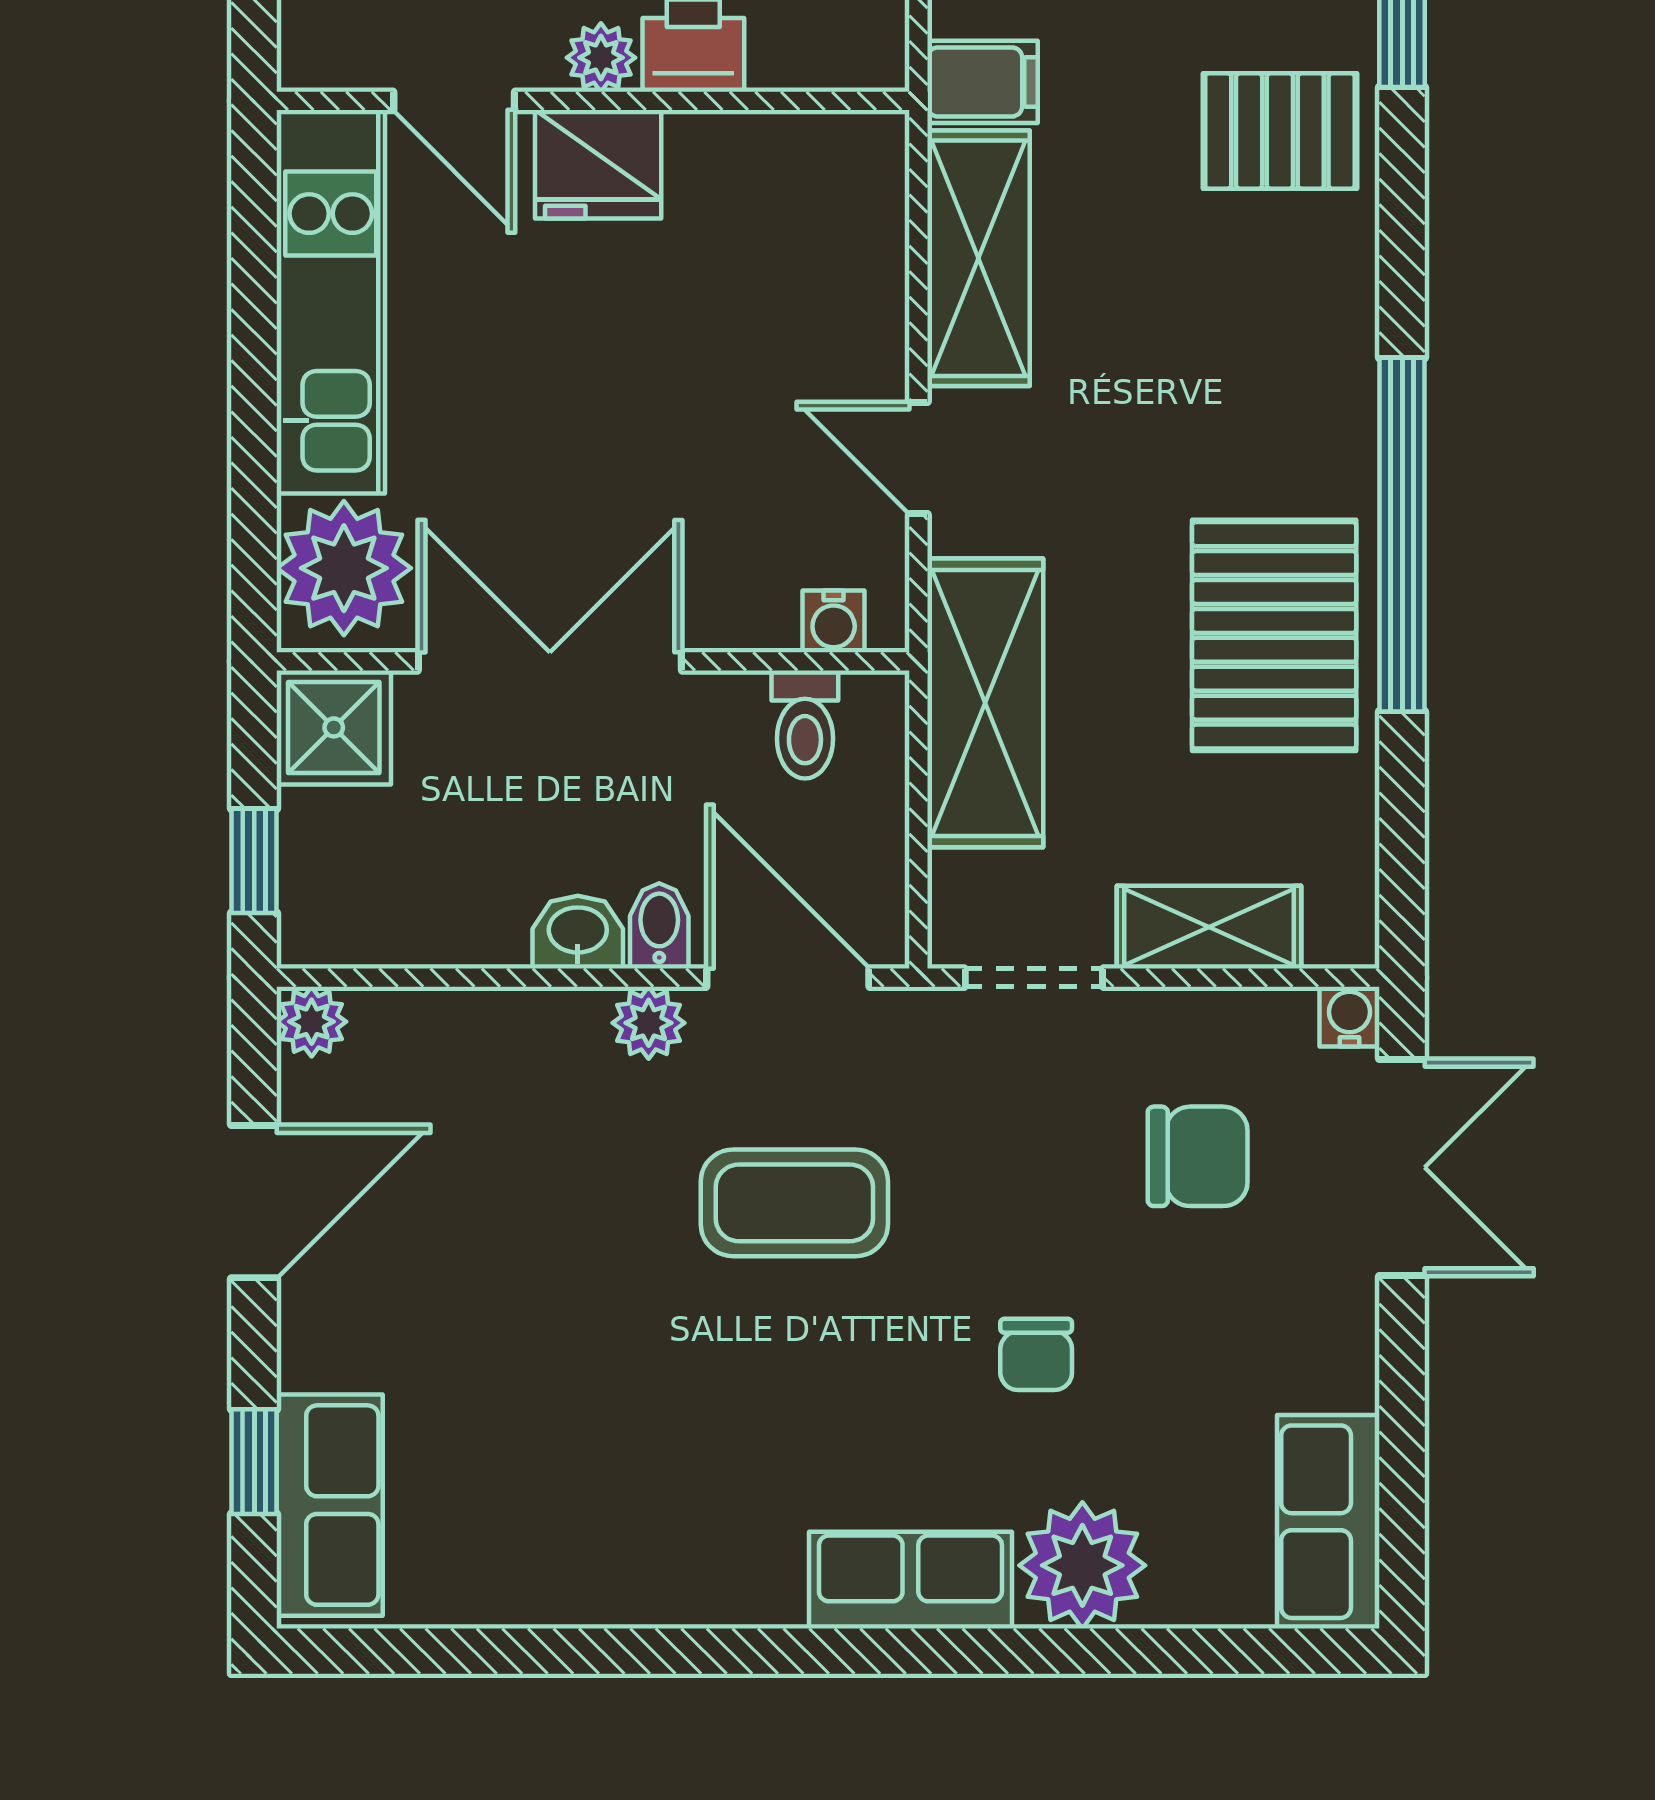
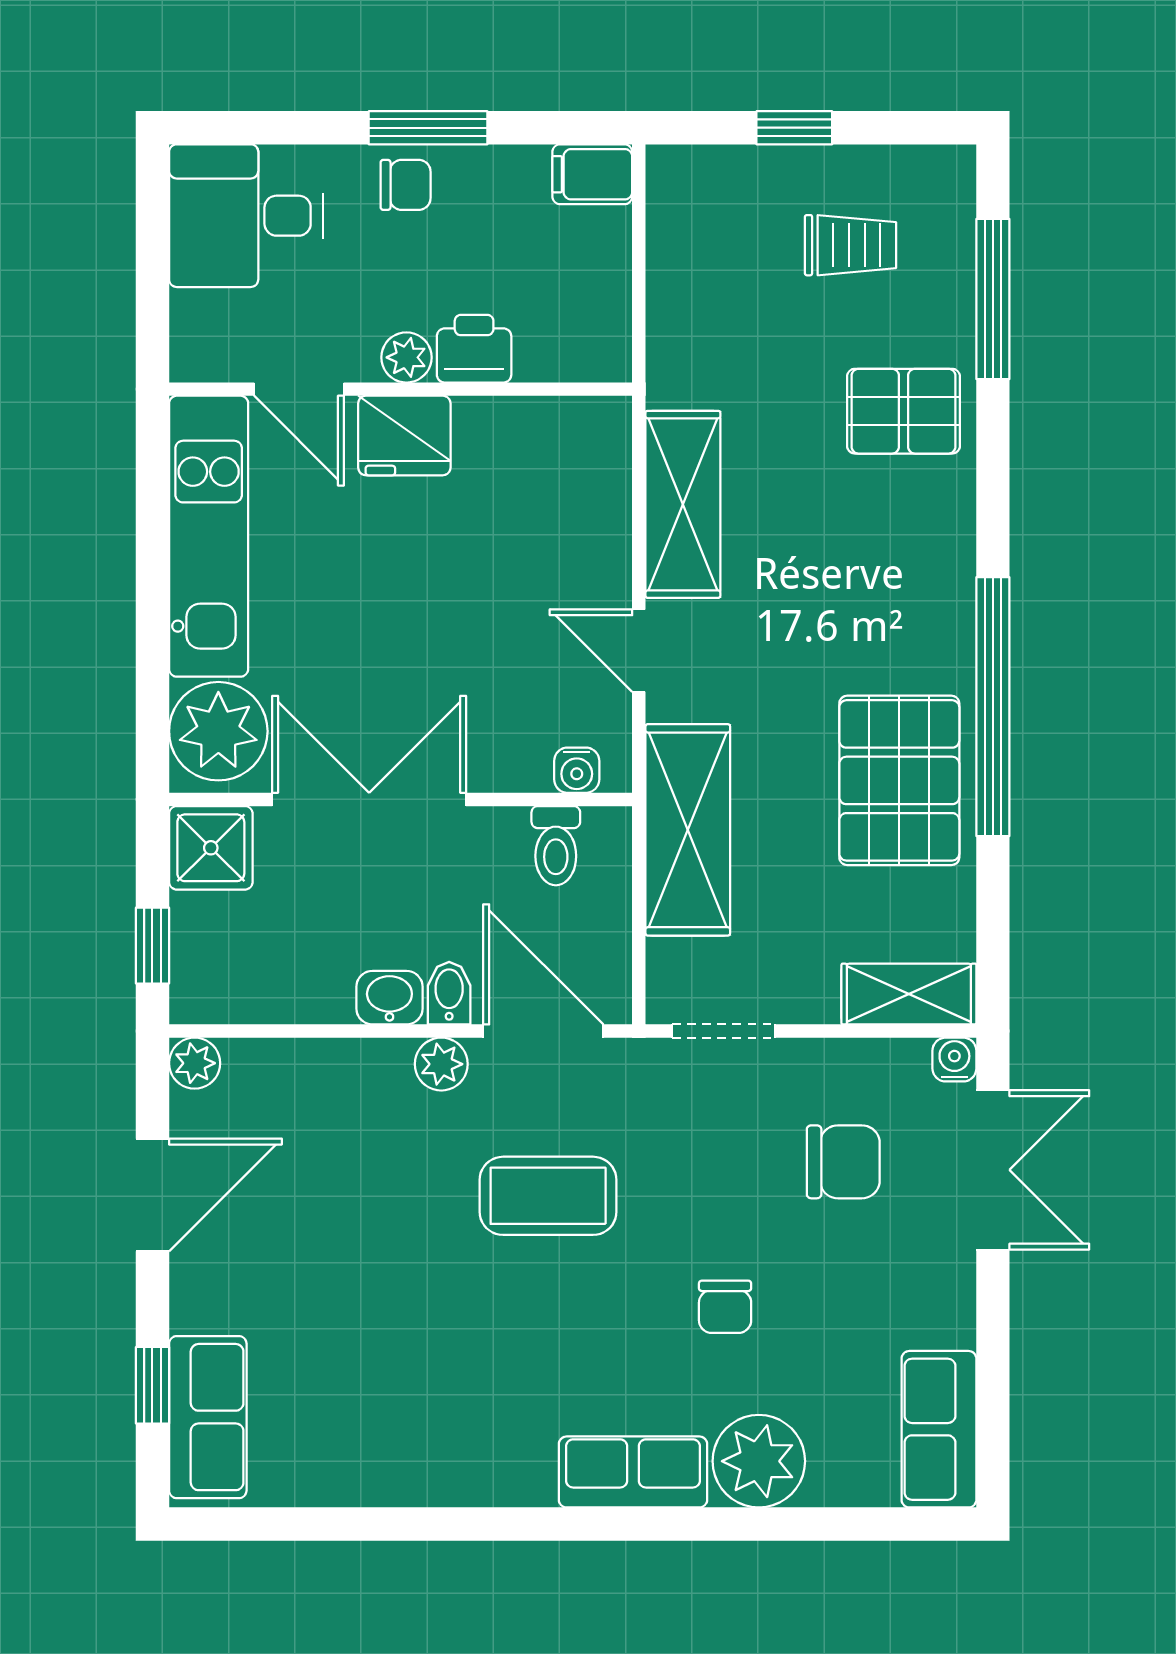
filing cabinet: (982, 82) -> (686, 375), removed
shelving: (1209, 927) -> (909, 994), moved

